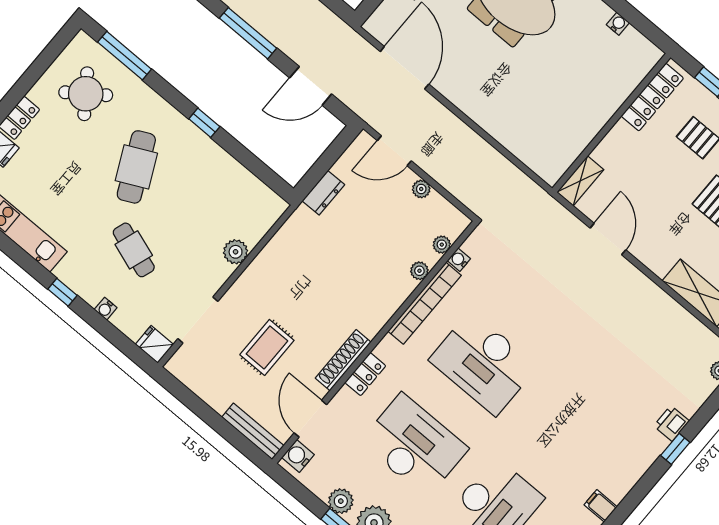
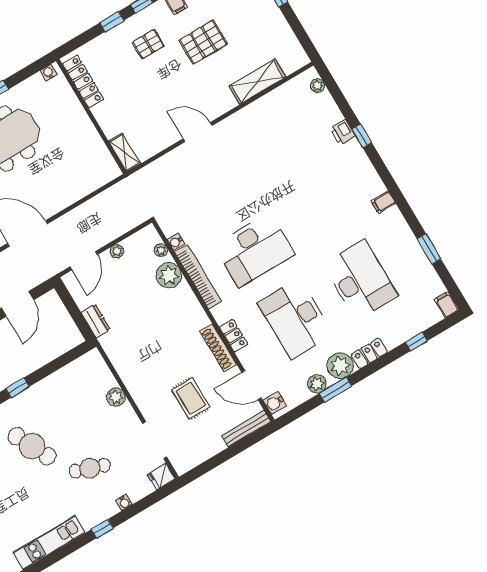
locker: (652, 97) -> (83, 81), moved
wall: (611, 123) -> (91, 116), moved
shelving: (580, 181) -> (125, 153), moved
plant: (419, 271) -> (169, 275), width x1.87, depth x1.87
desk: (414, 445) -> (295, 319), turned -90

